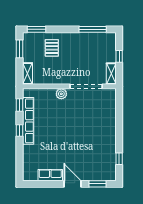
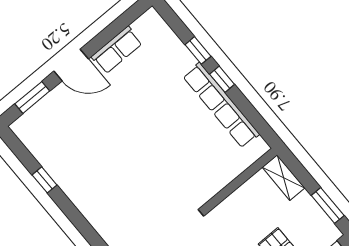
plant: (61, 94) -> (205, 190), removed
window: (19, 105) -> (198, 50), moved
window: (119, 159) -> (45, 180), moved

